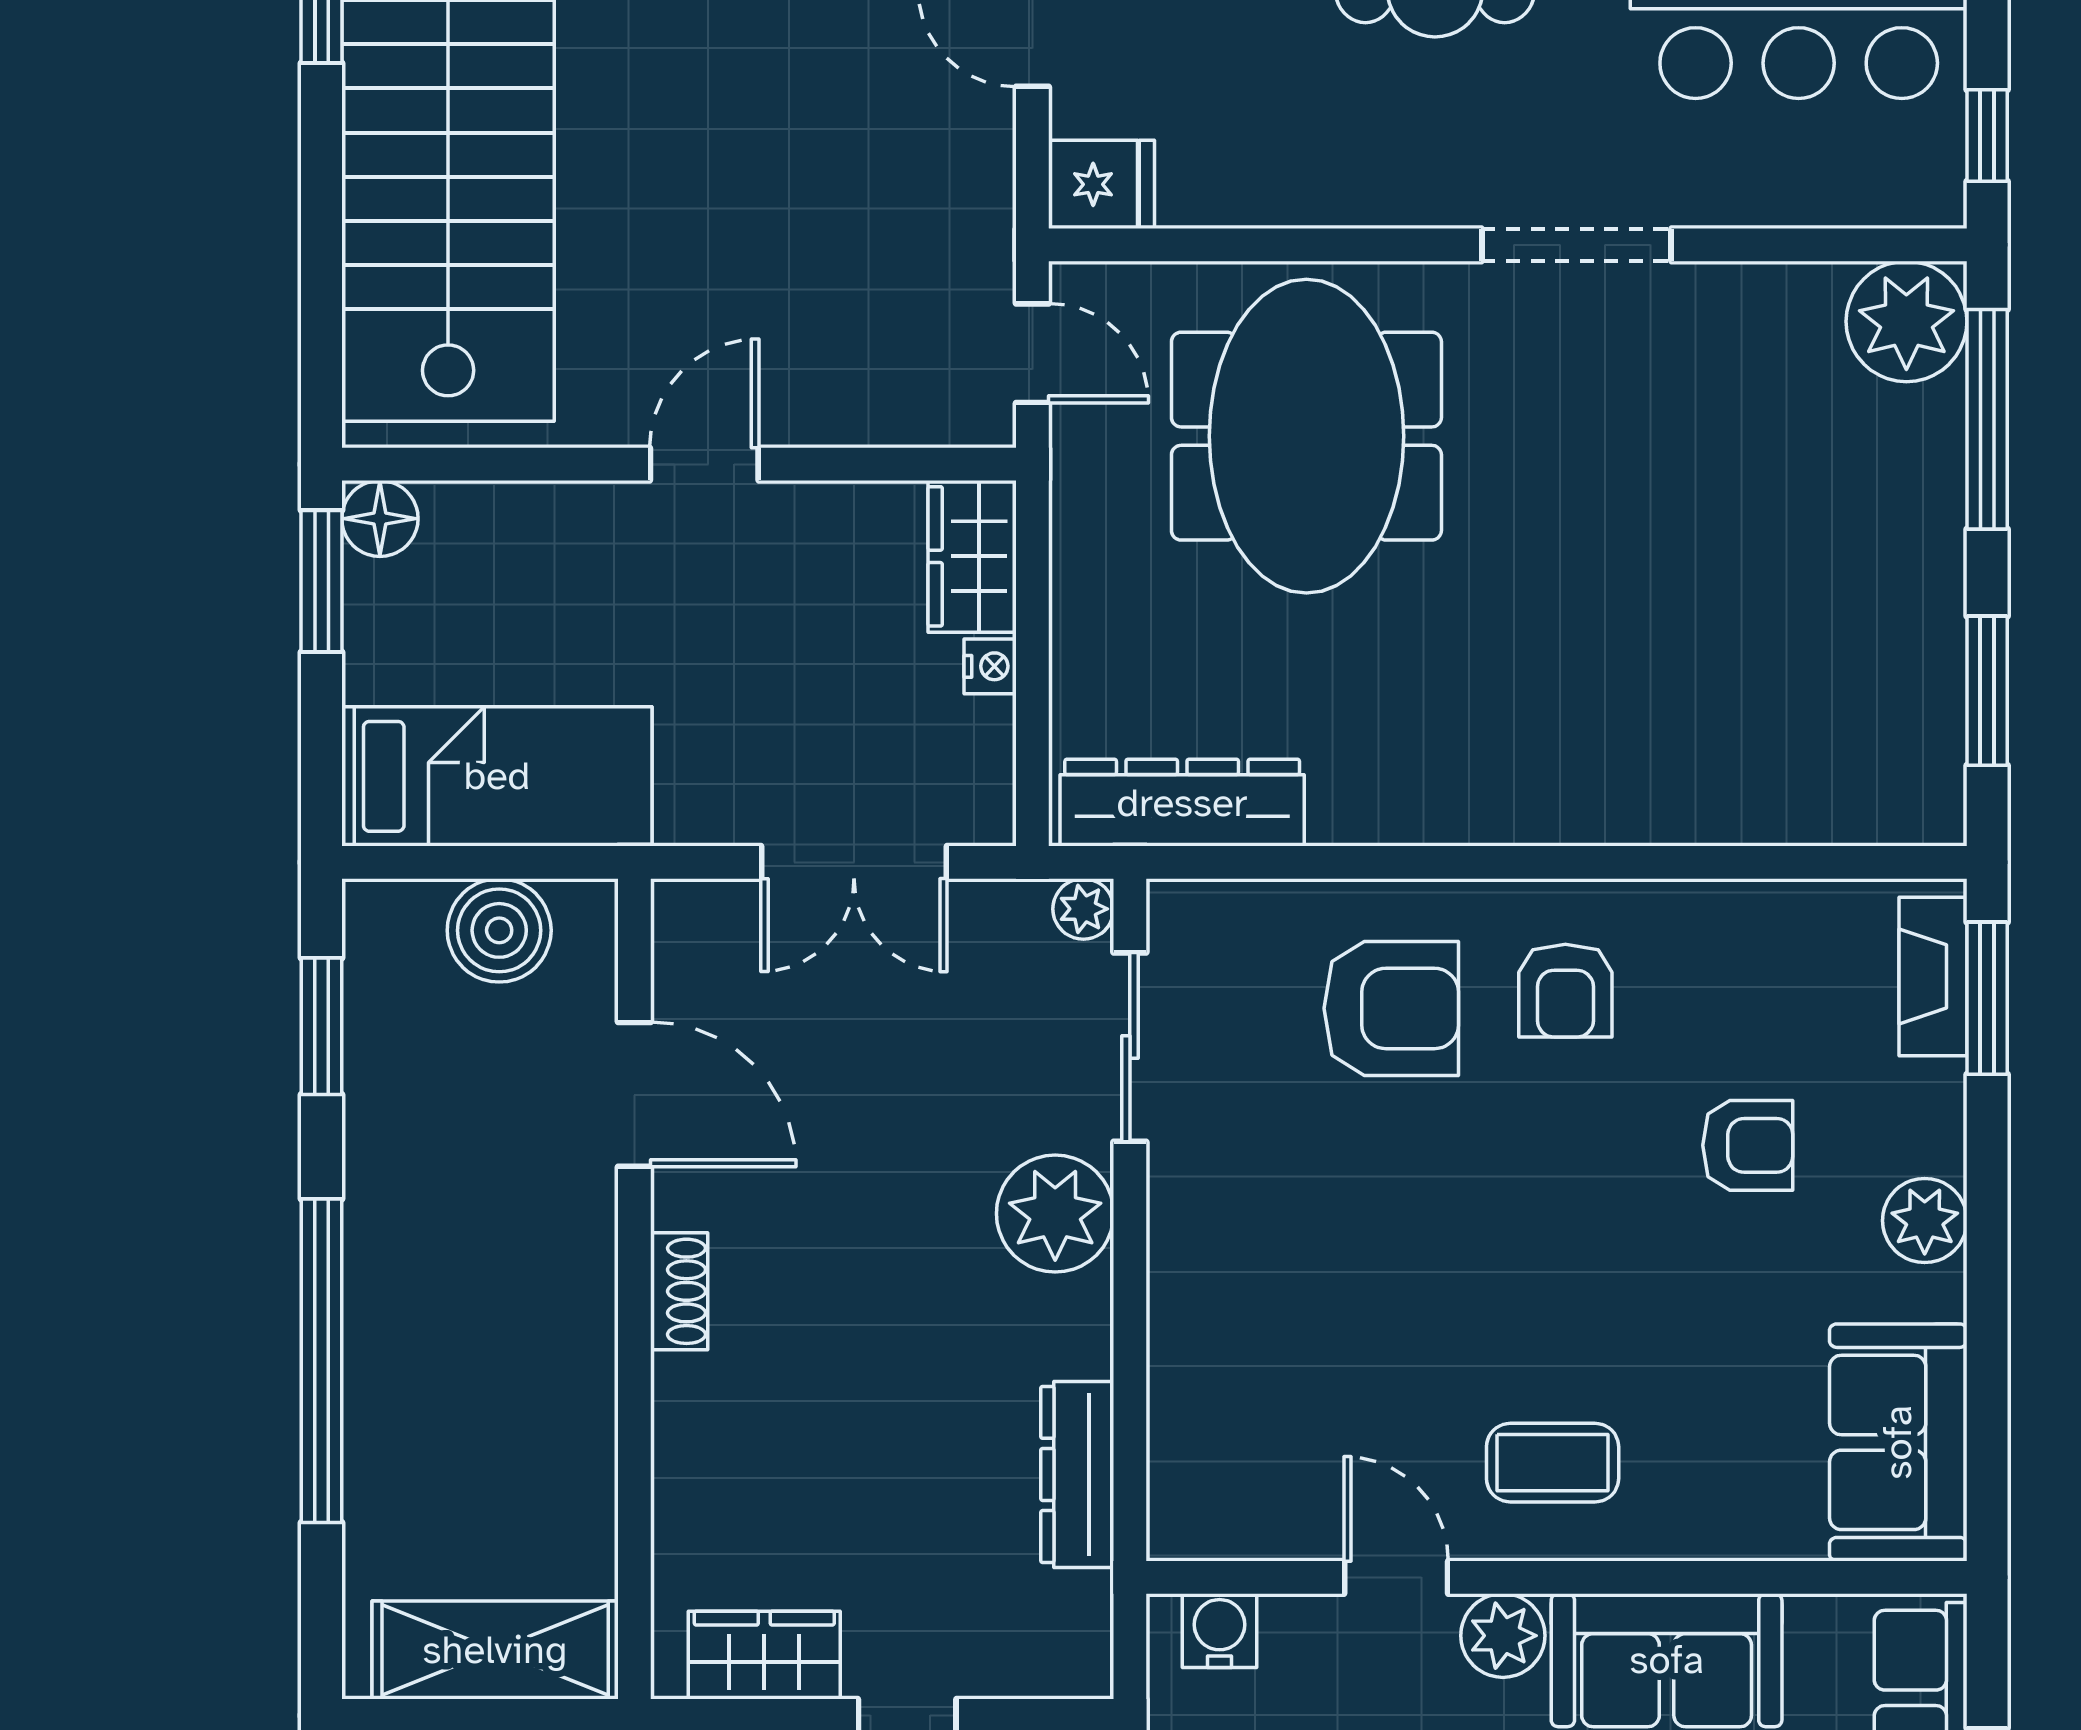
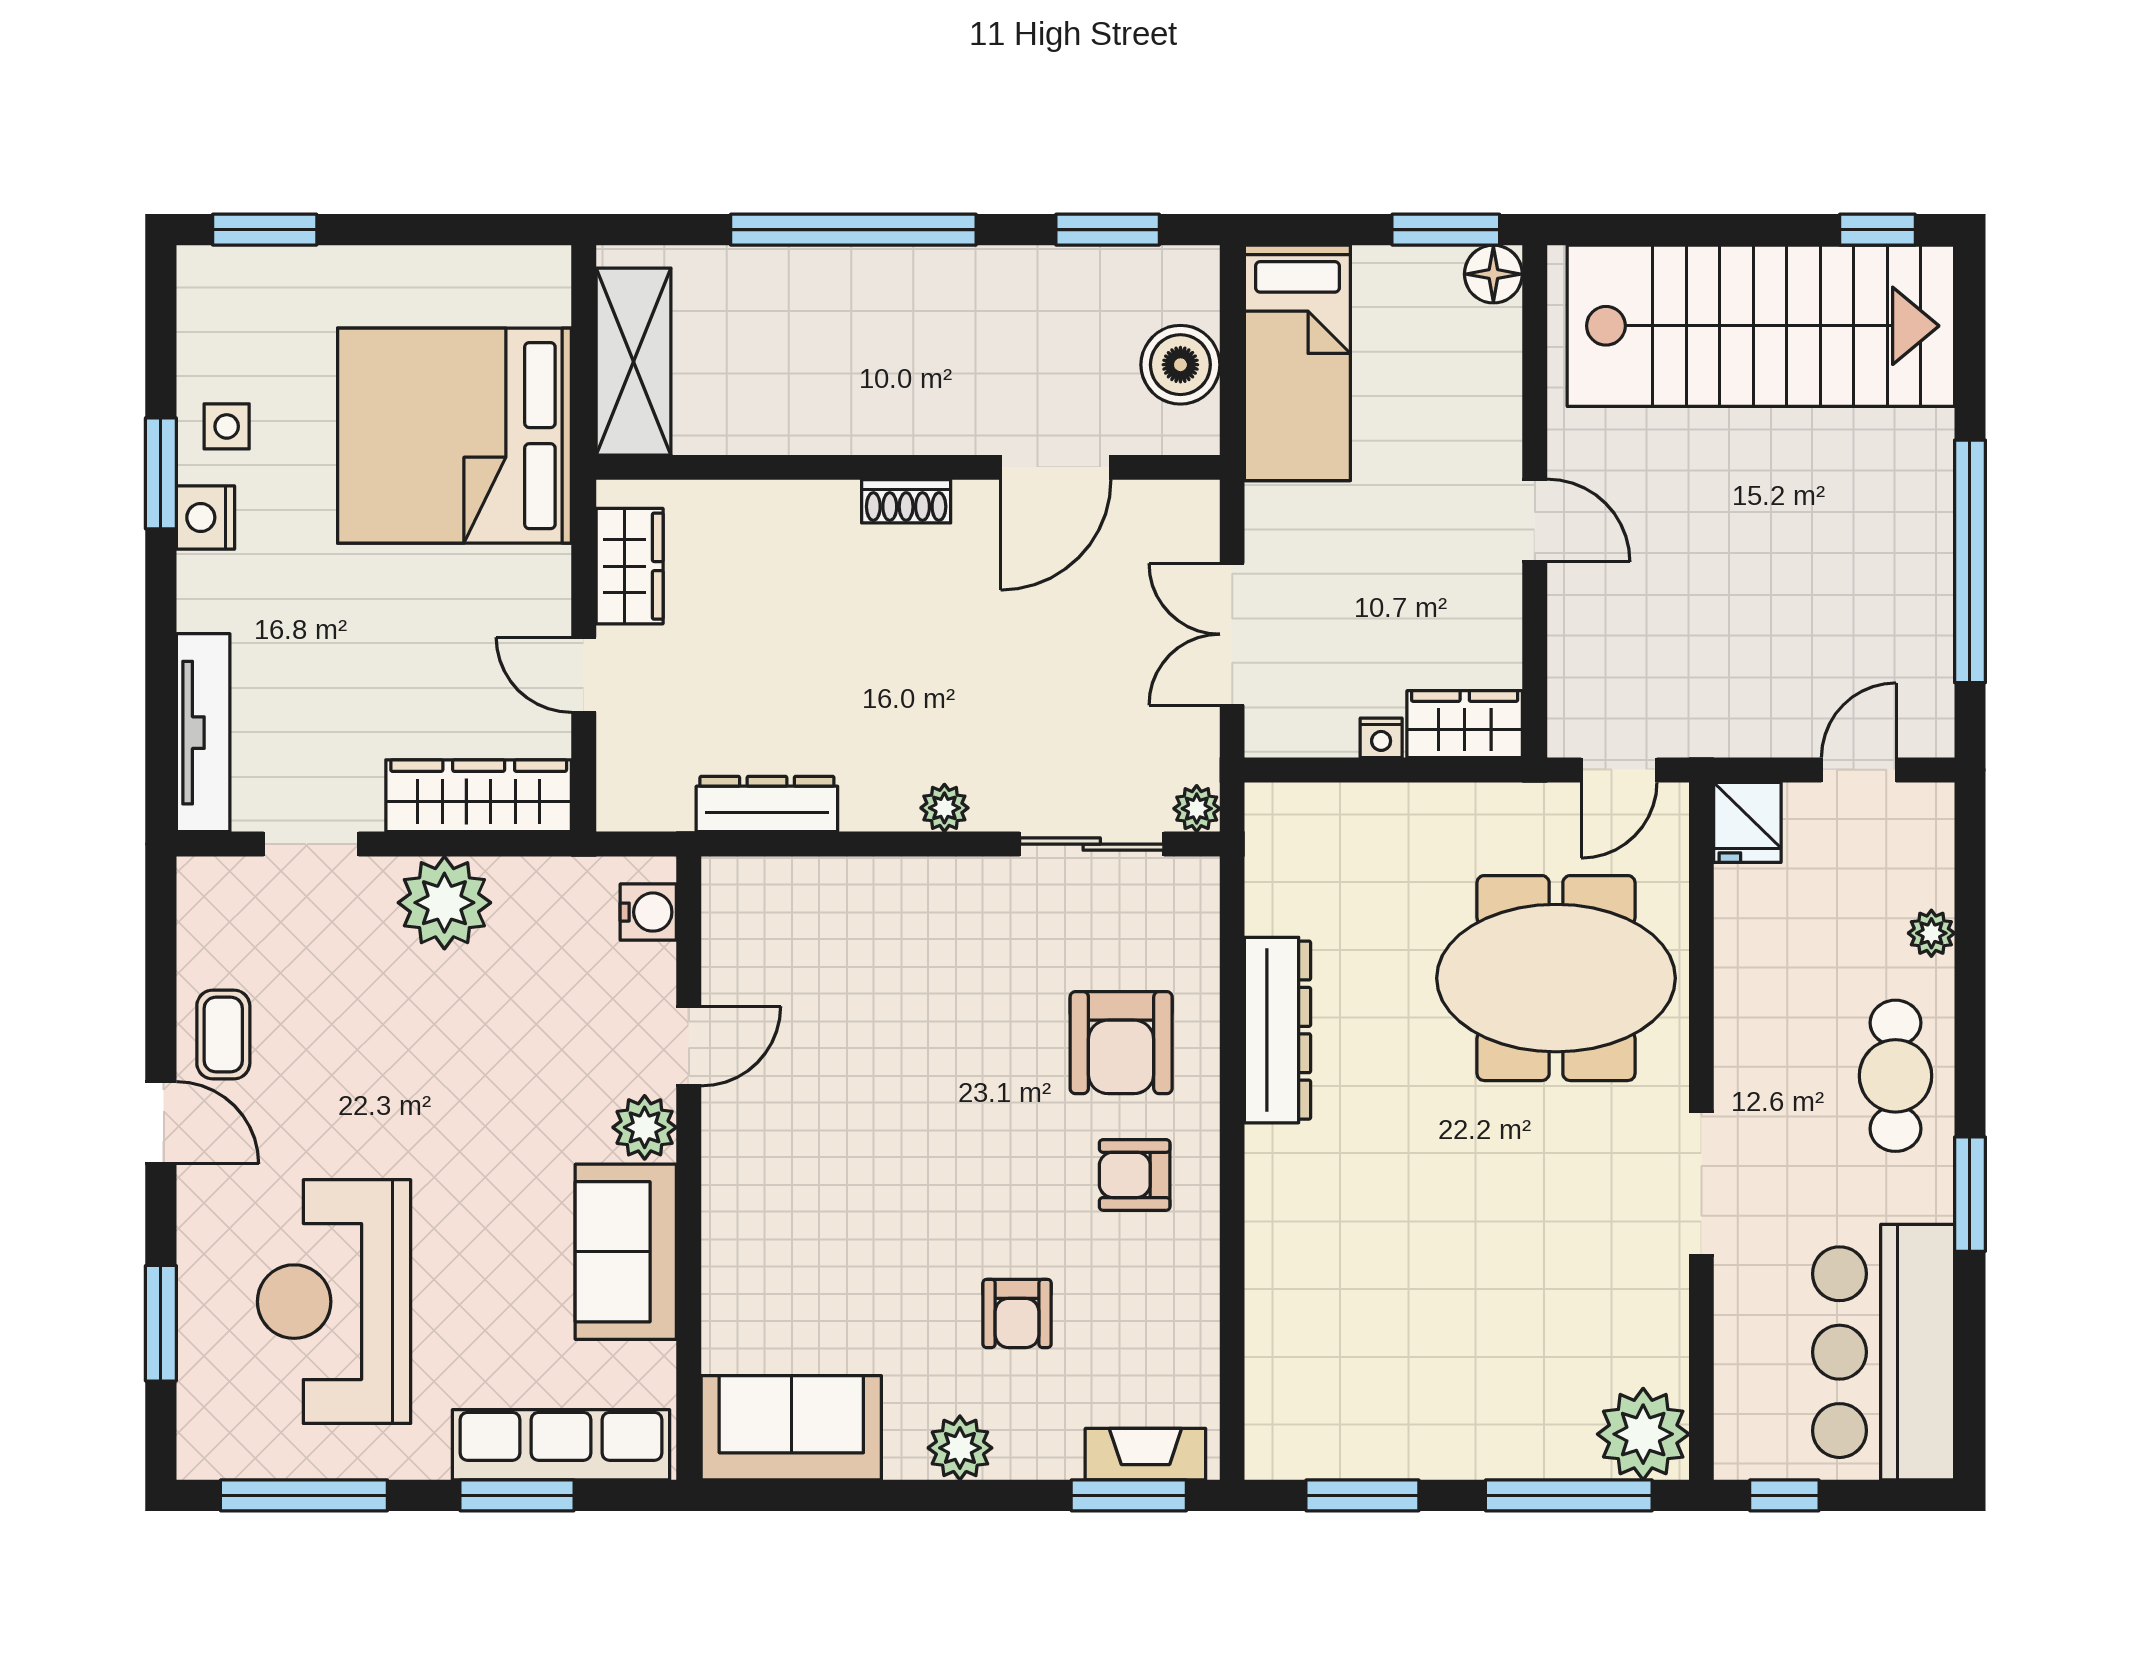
dresser: (1182, 803) -> (1278, 1030), moved
plant: (1055, 1214) -> (944, 808), width x0.53, depth x0.53
coffee table: (1553, 1463) -> (776, 1165), removed

